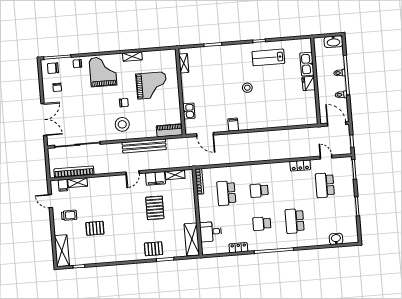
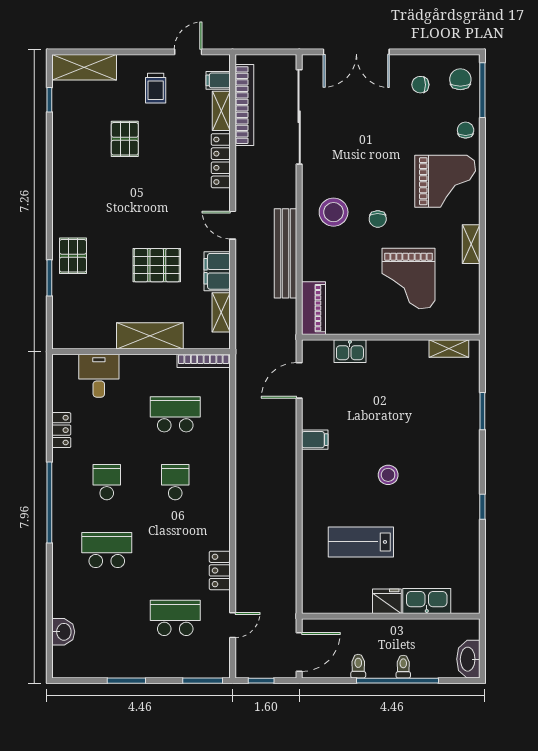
lab bench: (268, 57) -> (361, 542), moved, turned -90
locker: (102, 181) -> (221, 161), added
shelving: (192, 239) -> (150, 336), moved

